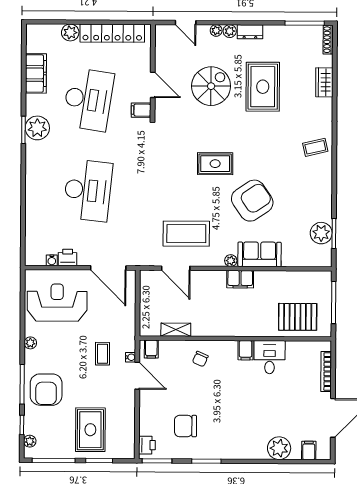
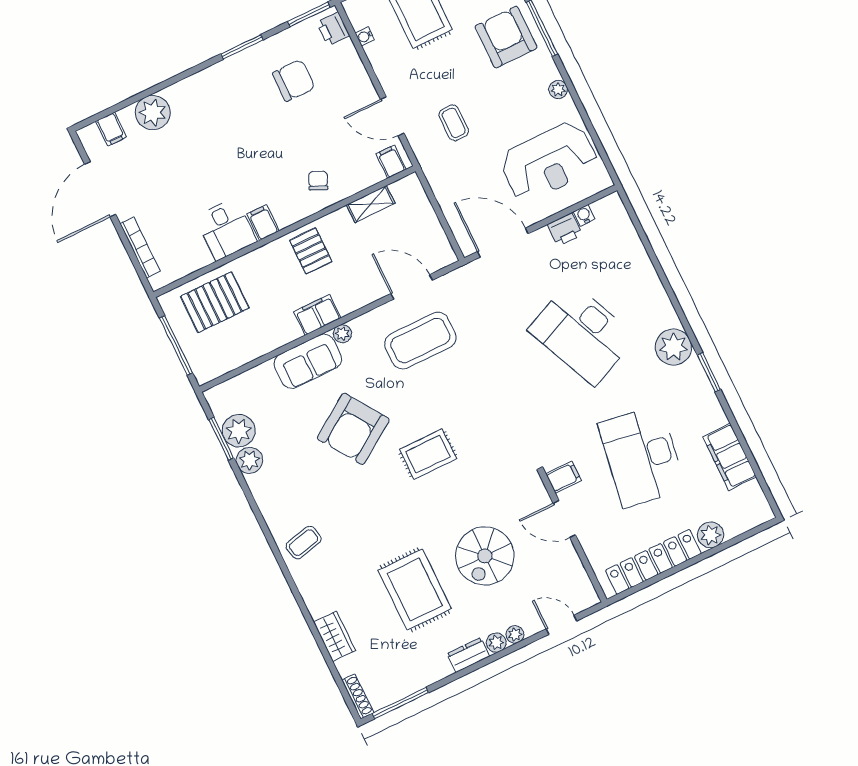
plant: (37, 128) -> (673, 347), moved
desk: (88, 190) -> (582, 333), turned -30
plant: (323, 212) -> (249, 460), added
pallet: (225, 319) -> (311, 251), added
water cooler: (131, 357) -> (365, 36), moved

